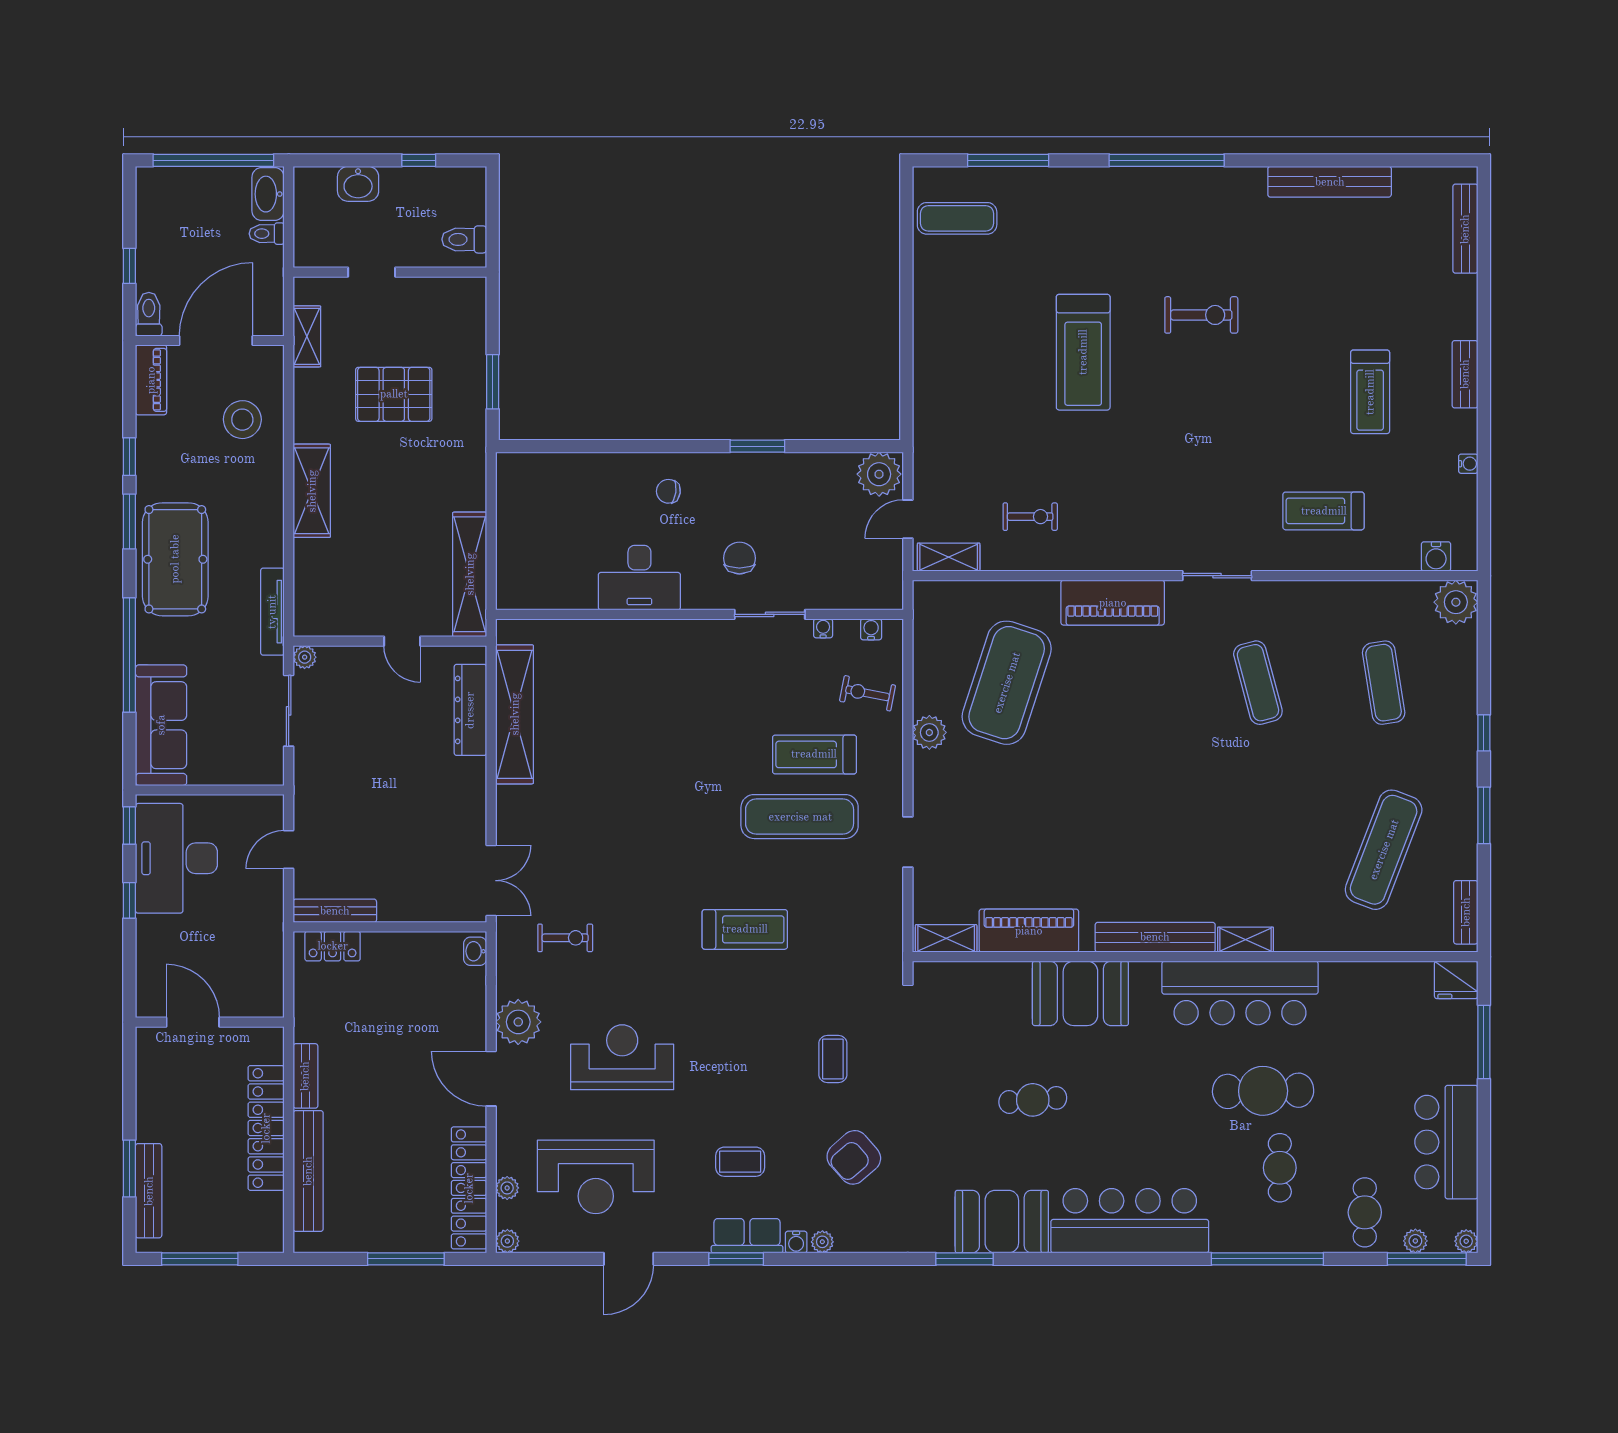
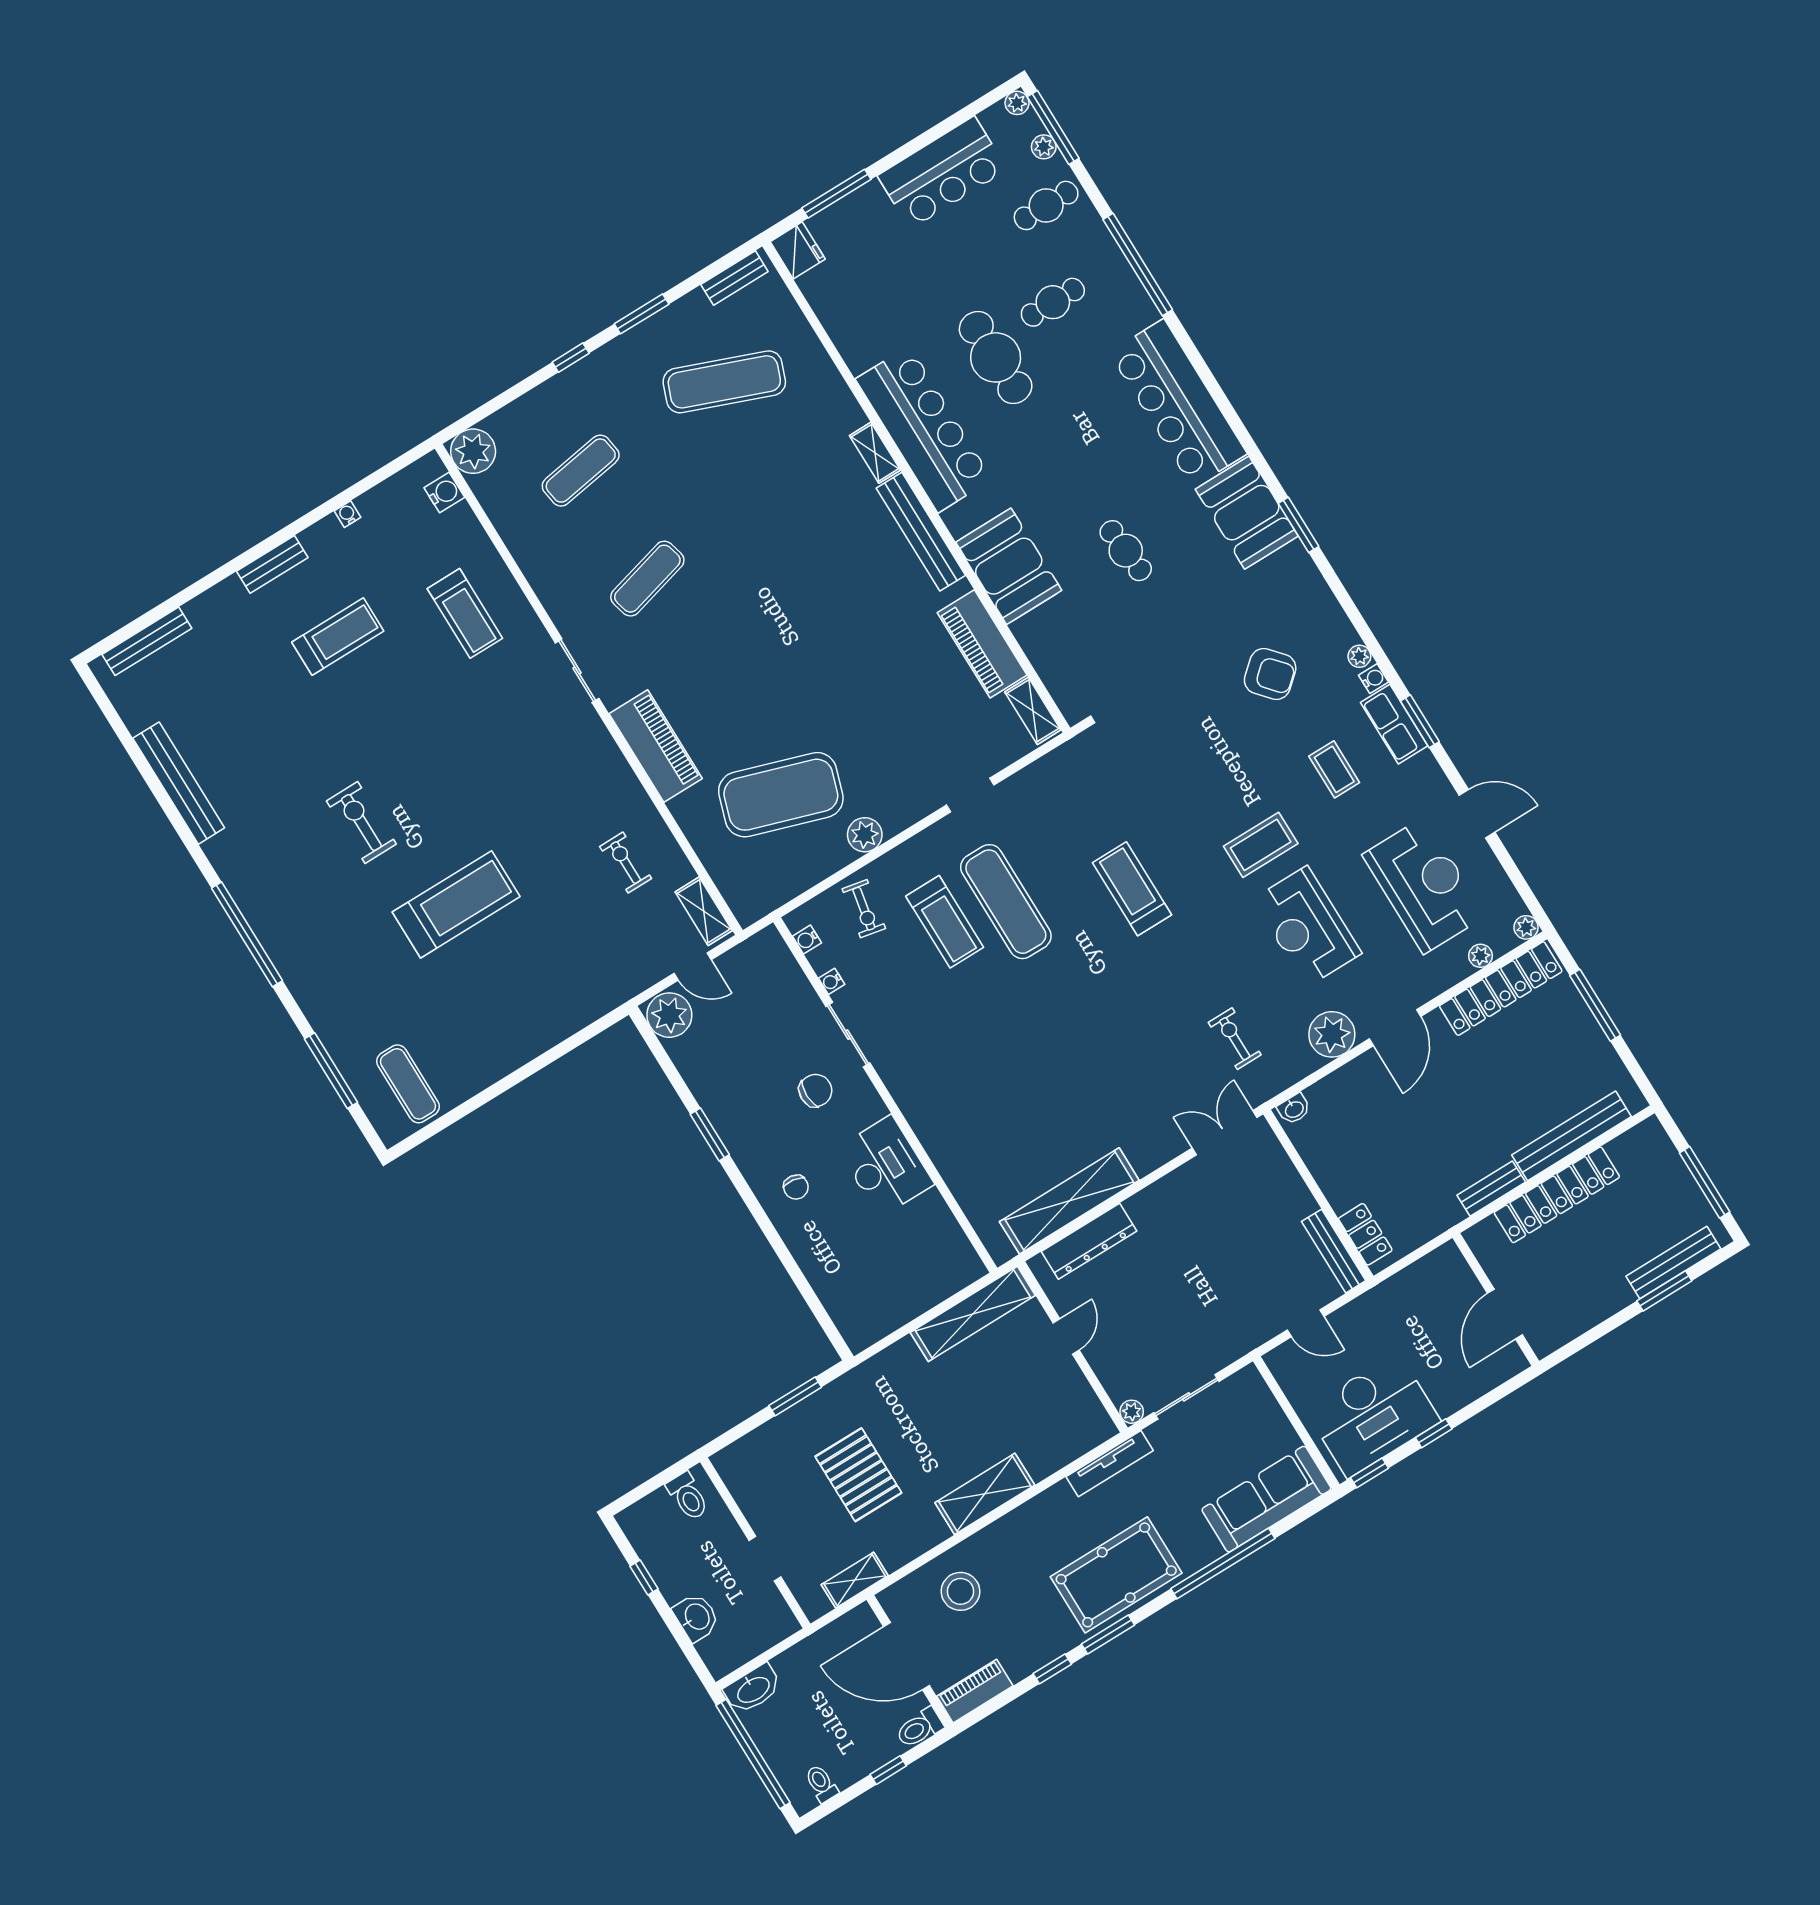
toilet: (267, 234) -> (821, 1784), moved, turned 180
chair: (739, 558) -> (816, 1090), turned 180
coffee table: (833, 1059) -> (1261, 845), moved, width x1.36, depth x1.30

